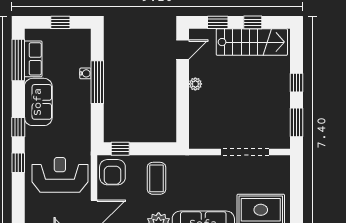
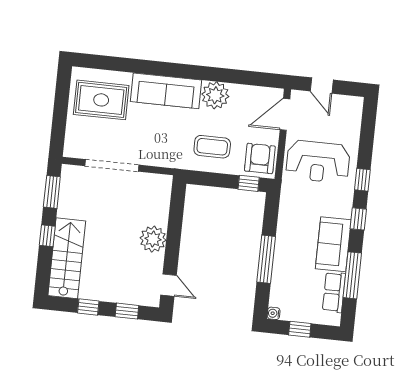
stairs: (252, 42) -> (67, 258), moved, turned 90
door: (183, 50) -> (169, 285), swing flipped
window: (18, 60) -> (352, 275), moved
water cooler: (85, 73) -> (274, 313), moved
plant: (195, 84) -> (153, 239), width x1.88, depth x1.88
coffee table: (156, 178) -> (212, 147), turned 90

